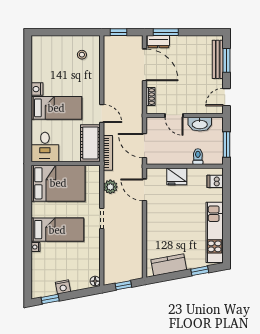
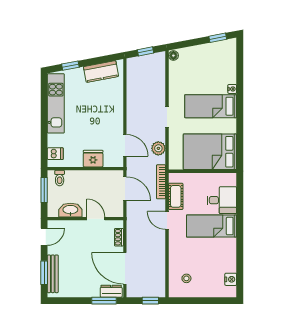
nightstand: (37, 89) -> (231, 279), moved
cot: (90, 143) -> (176, 196), width x0.73, depth x0.75
desk: (45, 147) -> (222, 200), moved, turned 90
toilet: (198, 157) -> (60, 178), moved
nightstand: (63, 287) -> (205, 50), removed

